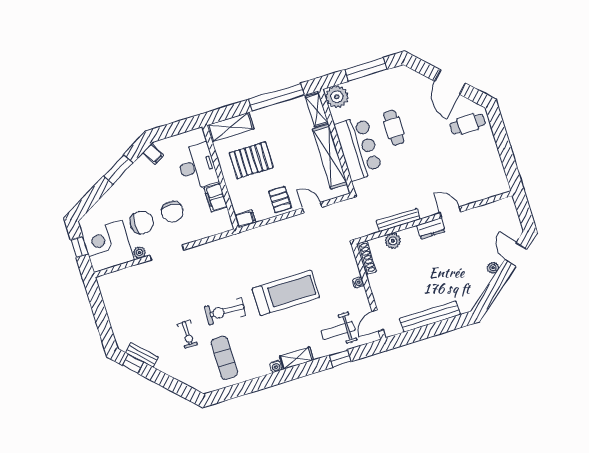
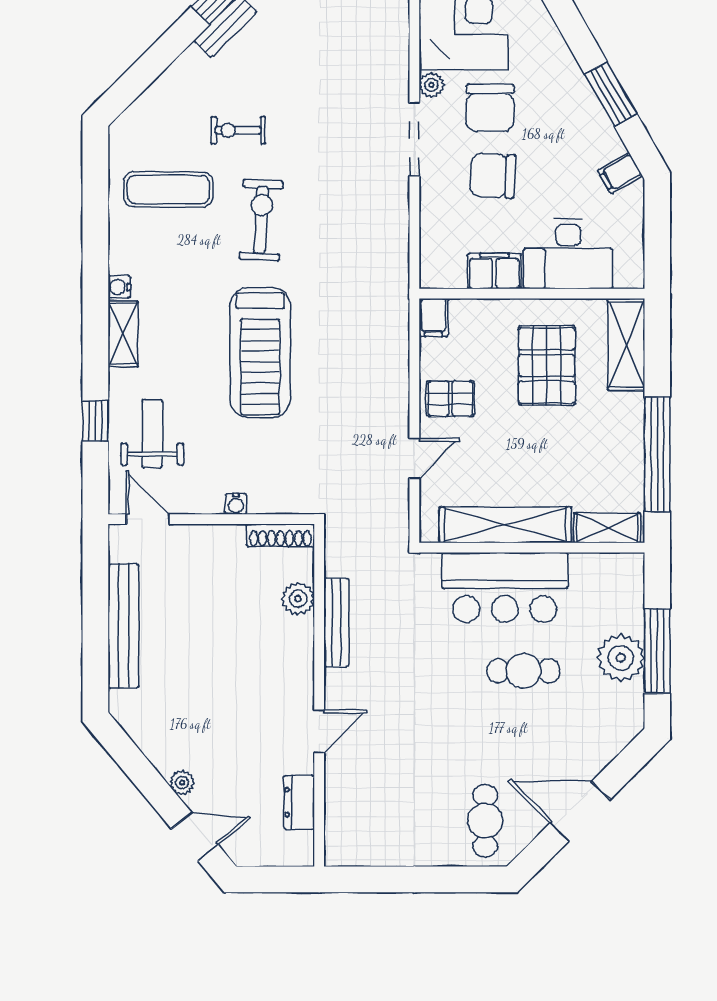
plant: (337, 97) -> (621, 658), moved
dresser: (431, 228) -> (299, 802), moved

